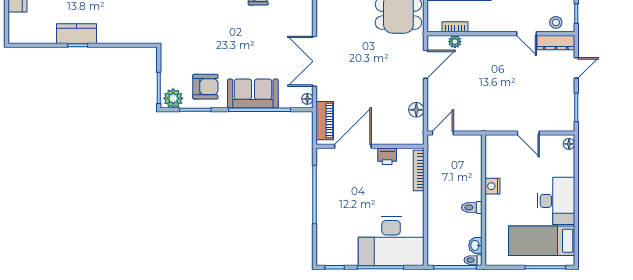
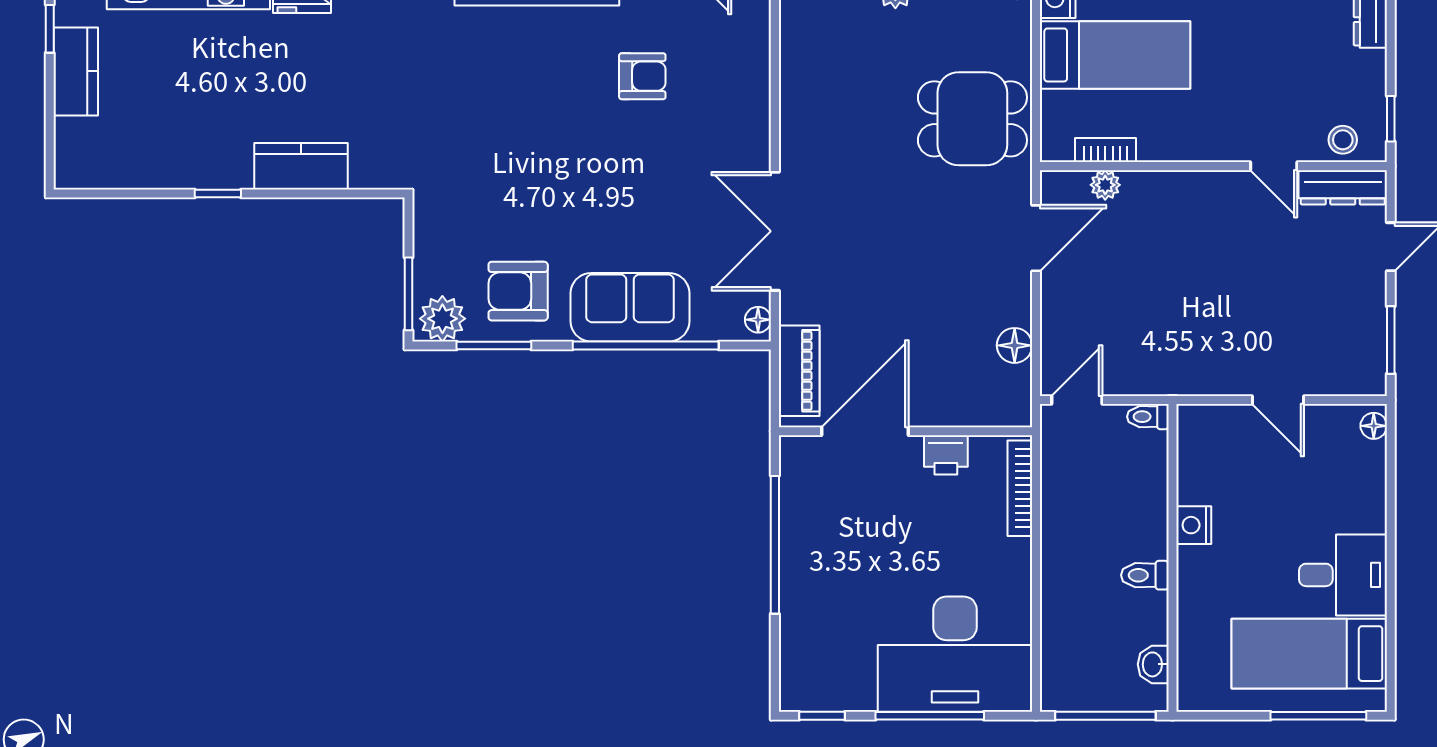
kitchen counter: (76, 34) -> (301, 166), moved
armchair: (205, 87) -> (518, 291), turned 180
desk: (556, 201) -> (1343, 575), width x0.73
toilet: (473, 260) -> (1148, 417), moved

